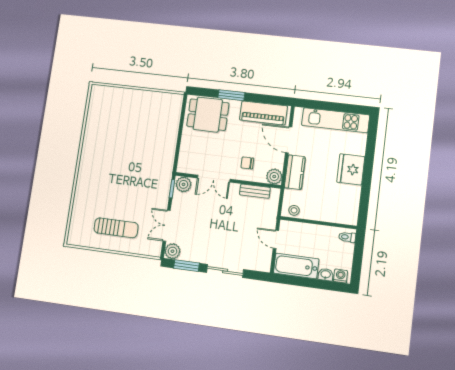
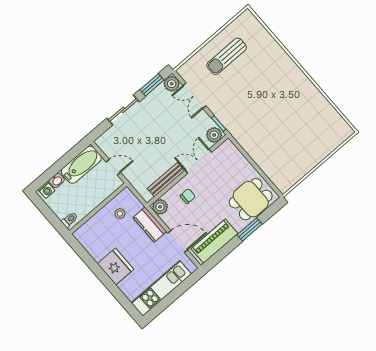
bench: (255, 191) -> (166, 180), width x1.36
stool: (294, 210) -> (120, 214), moved
double door: (167, 226) -> (194, 96), swing flipped

